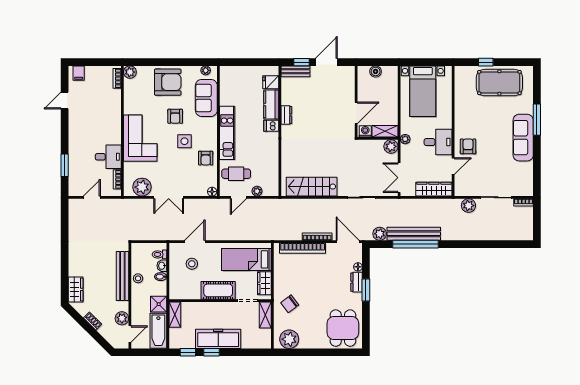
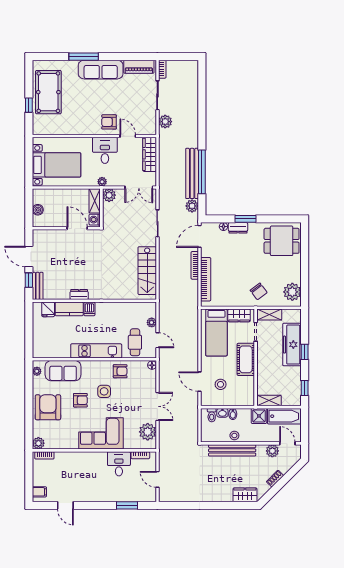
piano: (526, 178) -> (139, 67), added
freezer: (218, 339) -> (292, 345), moved
window: (212, 352) -> (305, 352), moved

